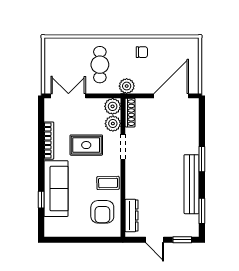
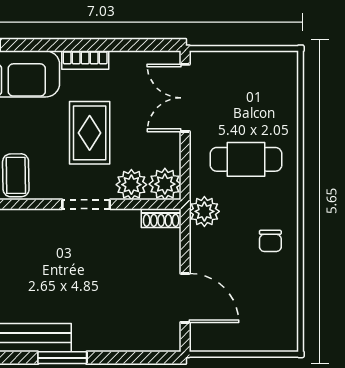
double door: (68, 96) -> (185, 98), swing flipped
door: (171, 96) -> (185, 298), width x0.73
shoe rack: (130, 113) -> (161, 218), width x0.70
bookcase: (49, 141) -> (85, 60), width x0.64

